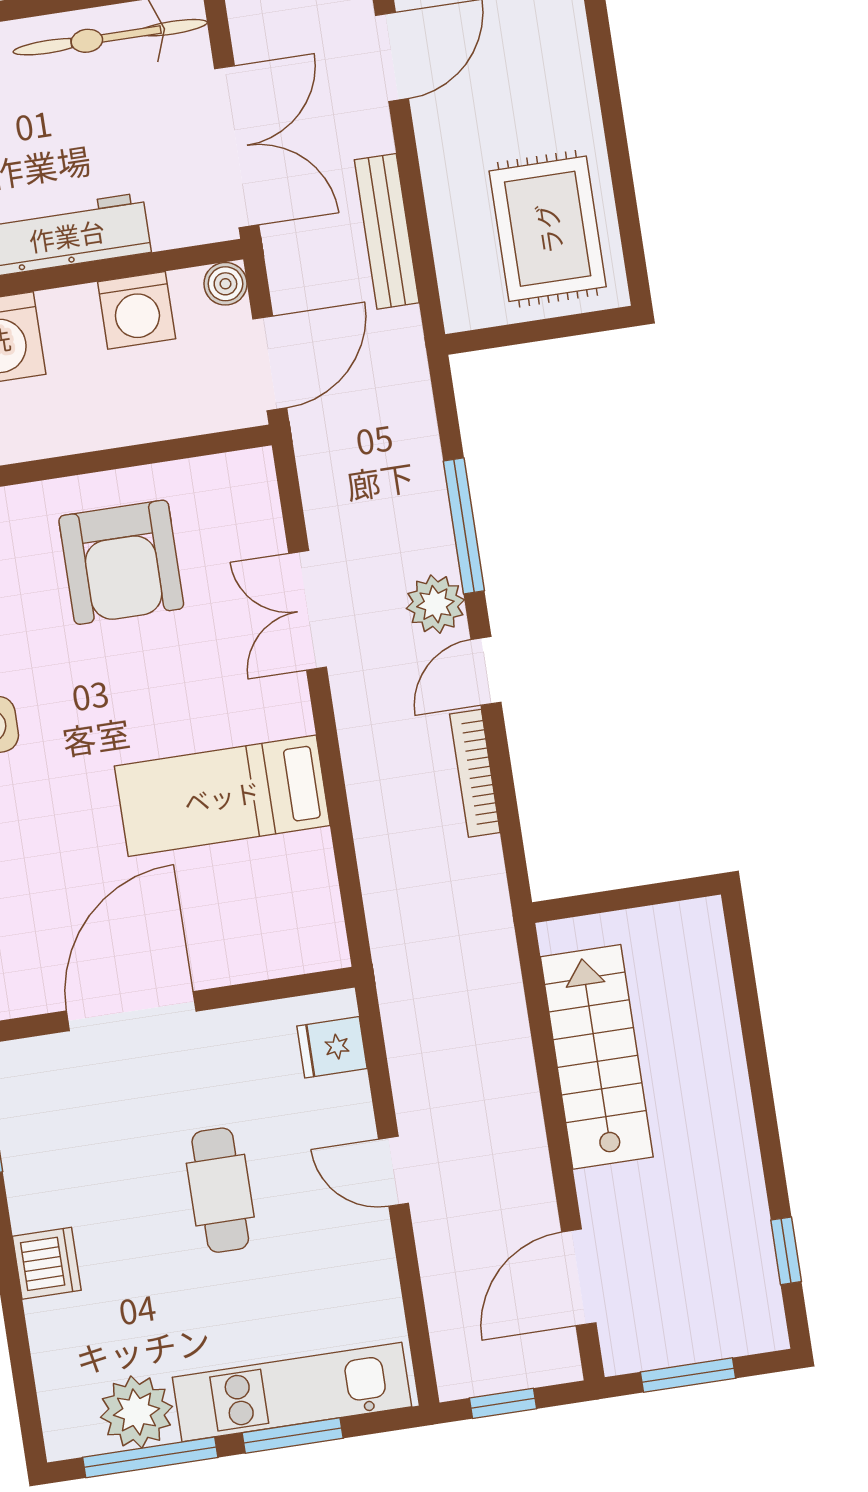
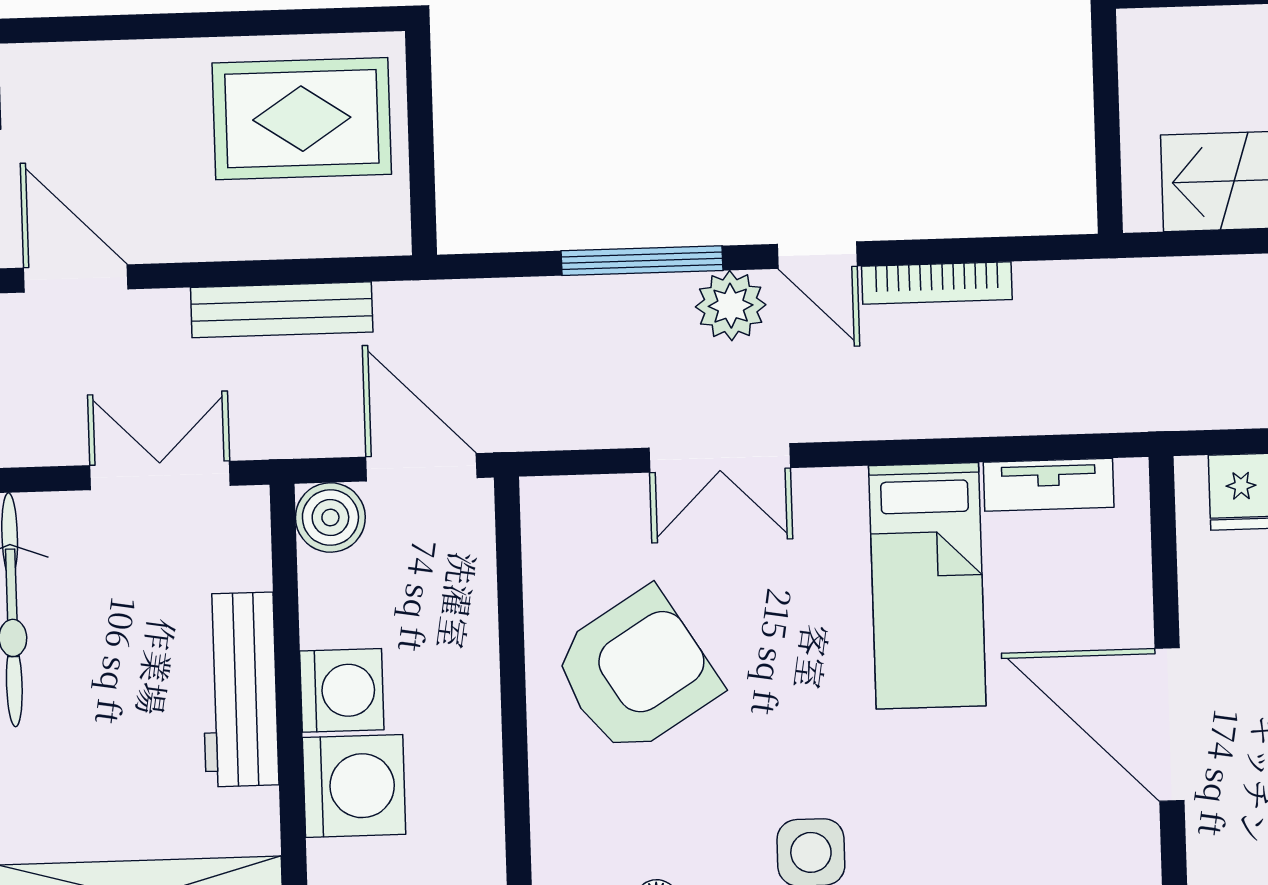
double door: (237, 147) -> (160, 475), width x0.73
boiler: (225, 284) -> (330, 517), width x1.36, depth x1.36
washing machine: (137, 310) -> (342, 690), moved
armchair: (121, 562) -> (636, 672), turned -32
tv unit: (318, 886) -> (1049, 485), added

